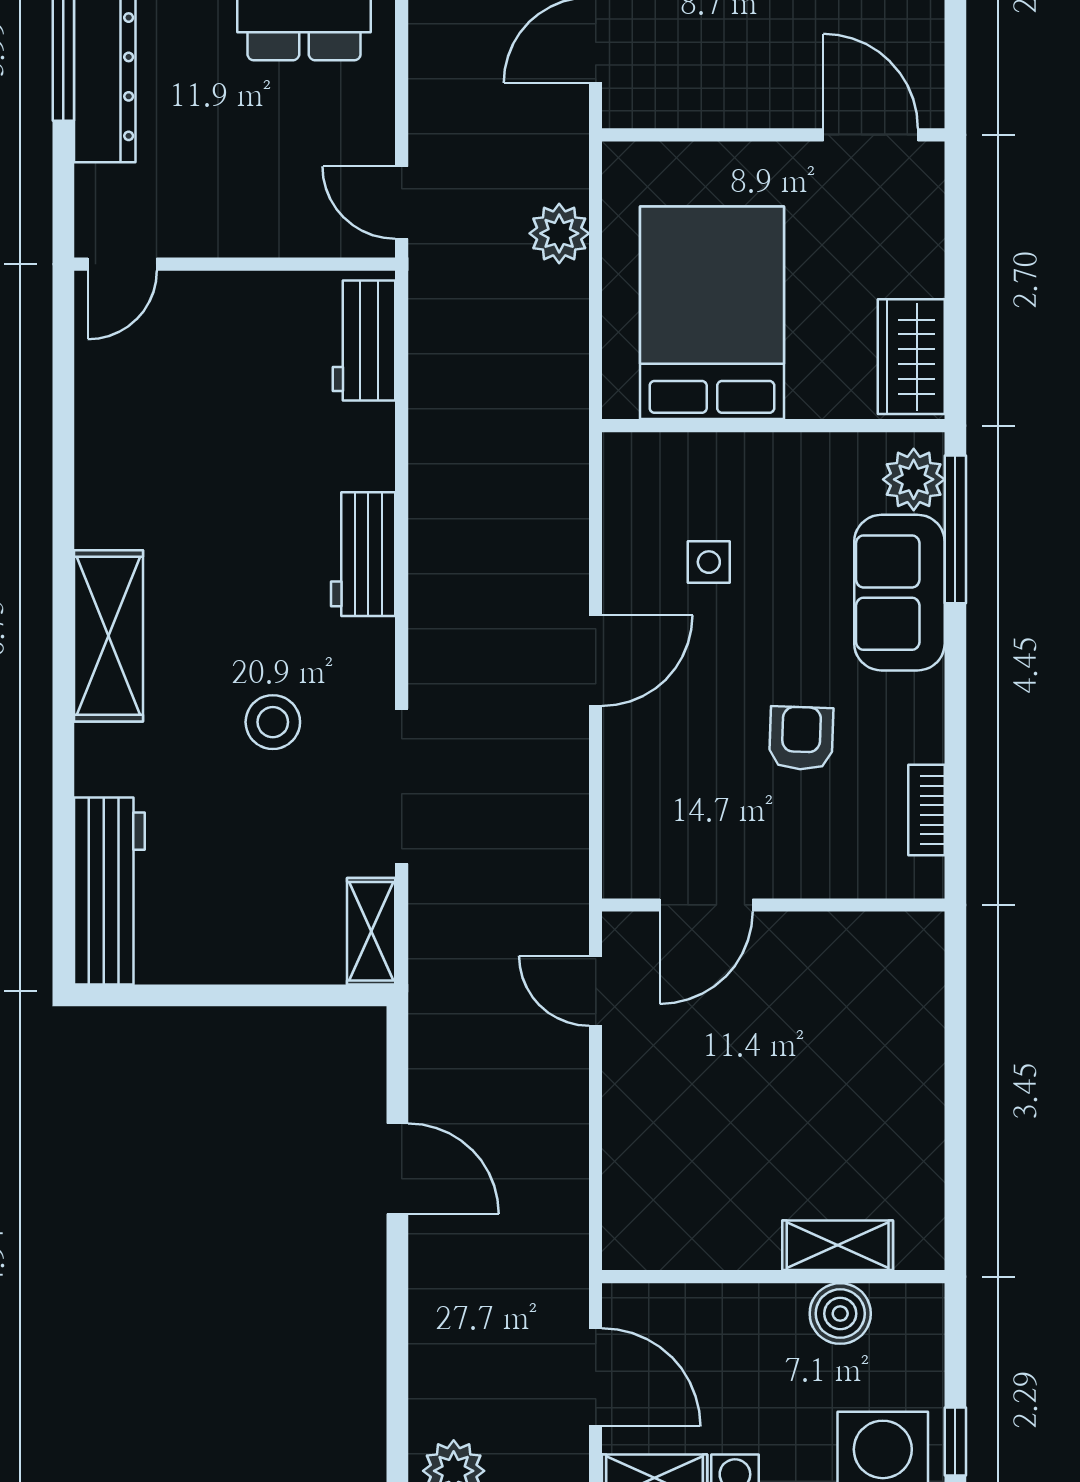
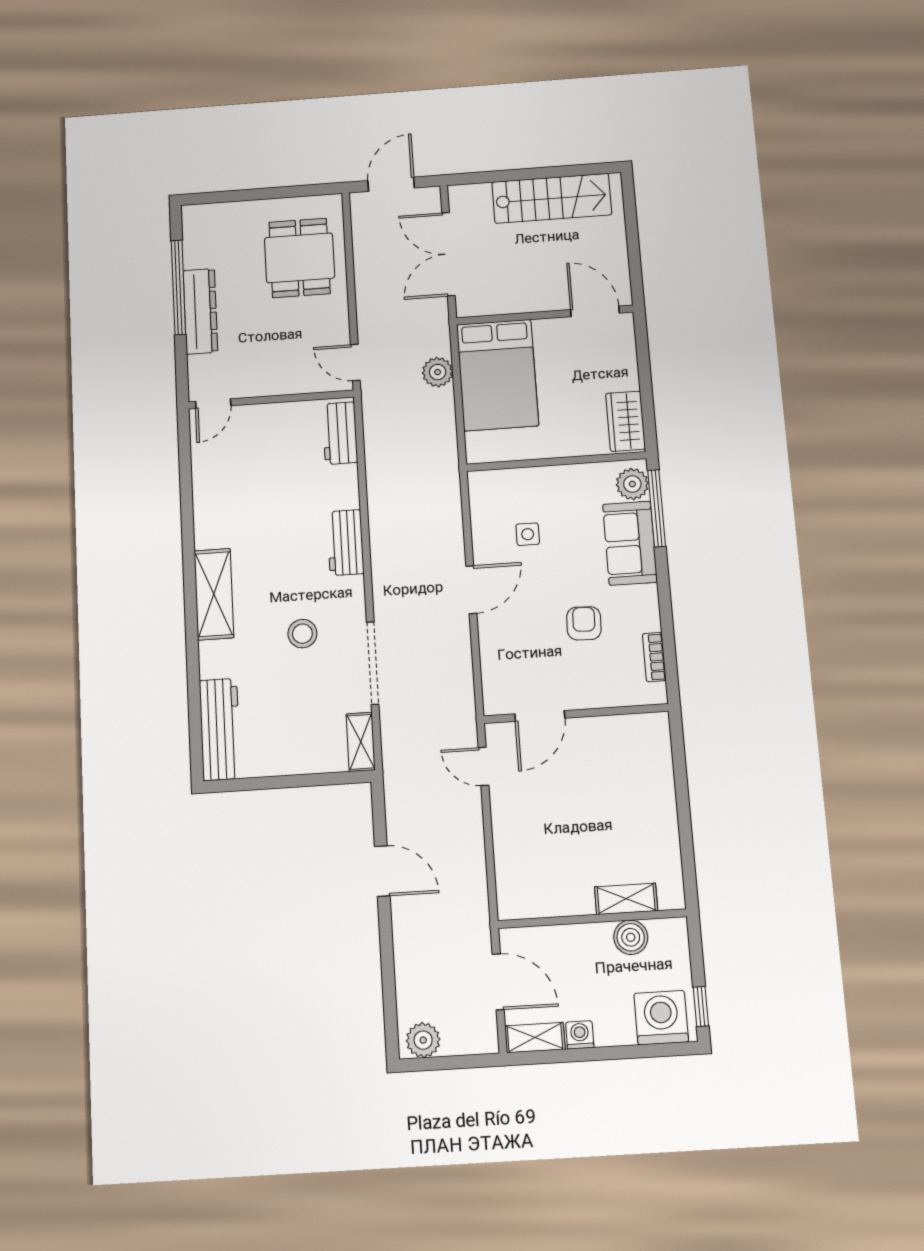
bed: (712, 313) -> (497, 375), moved, turned 180

